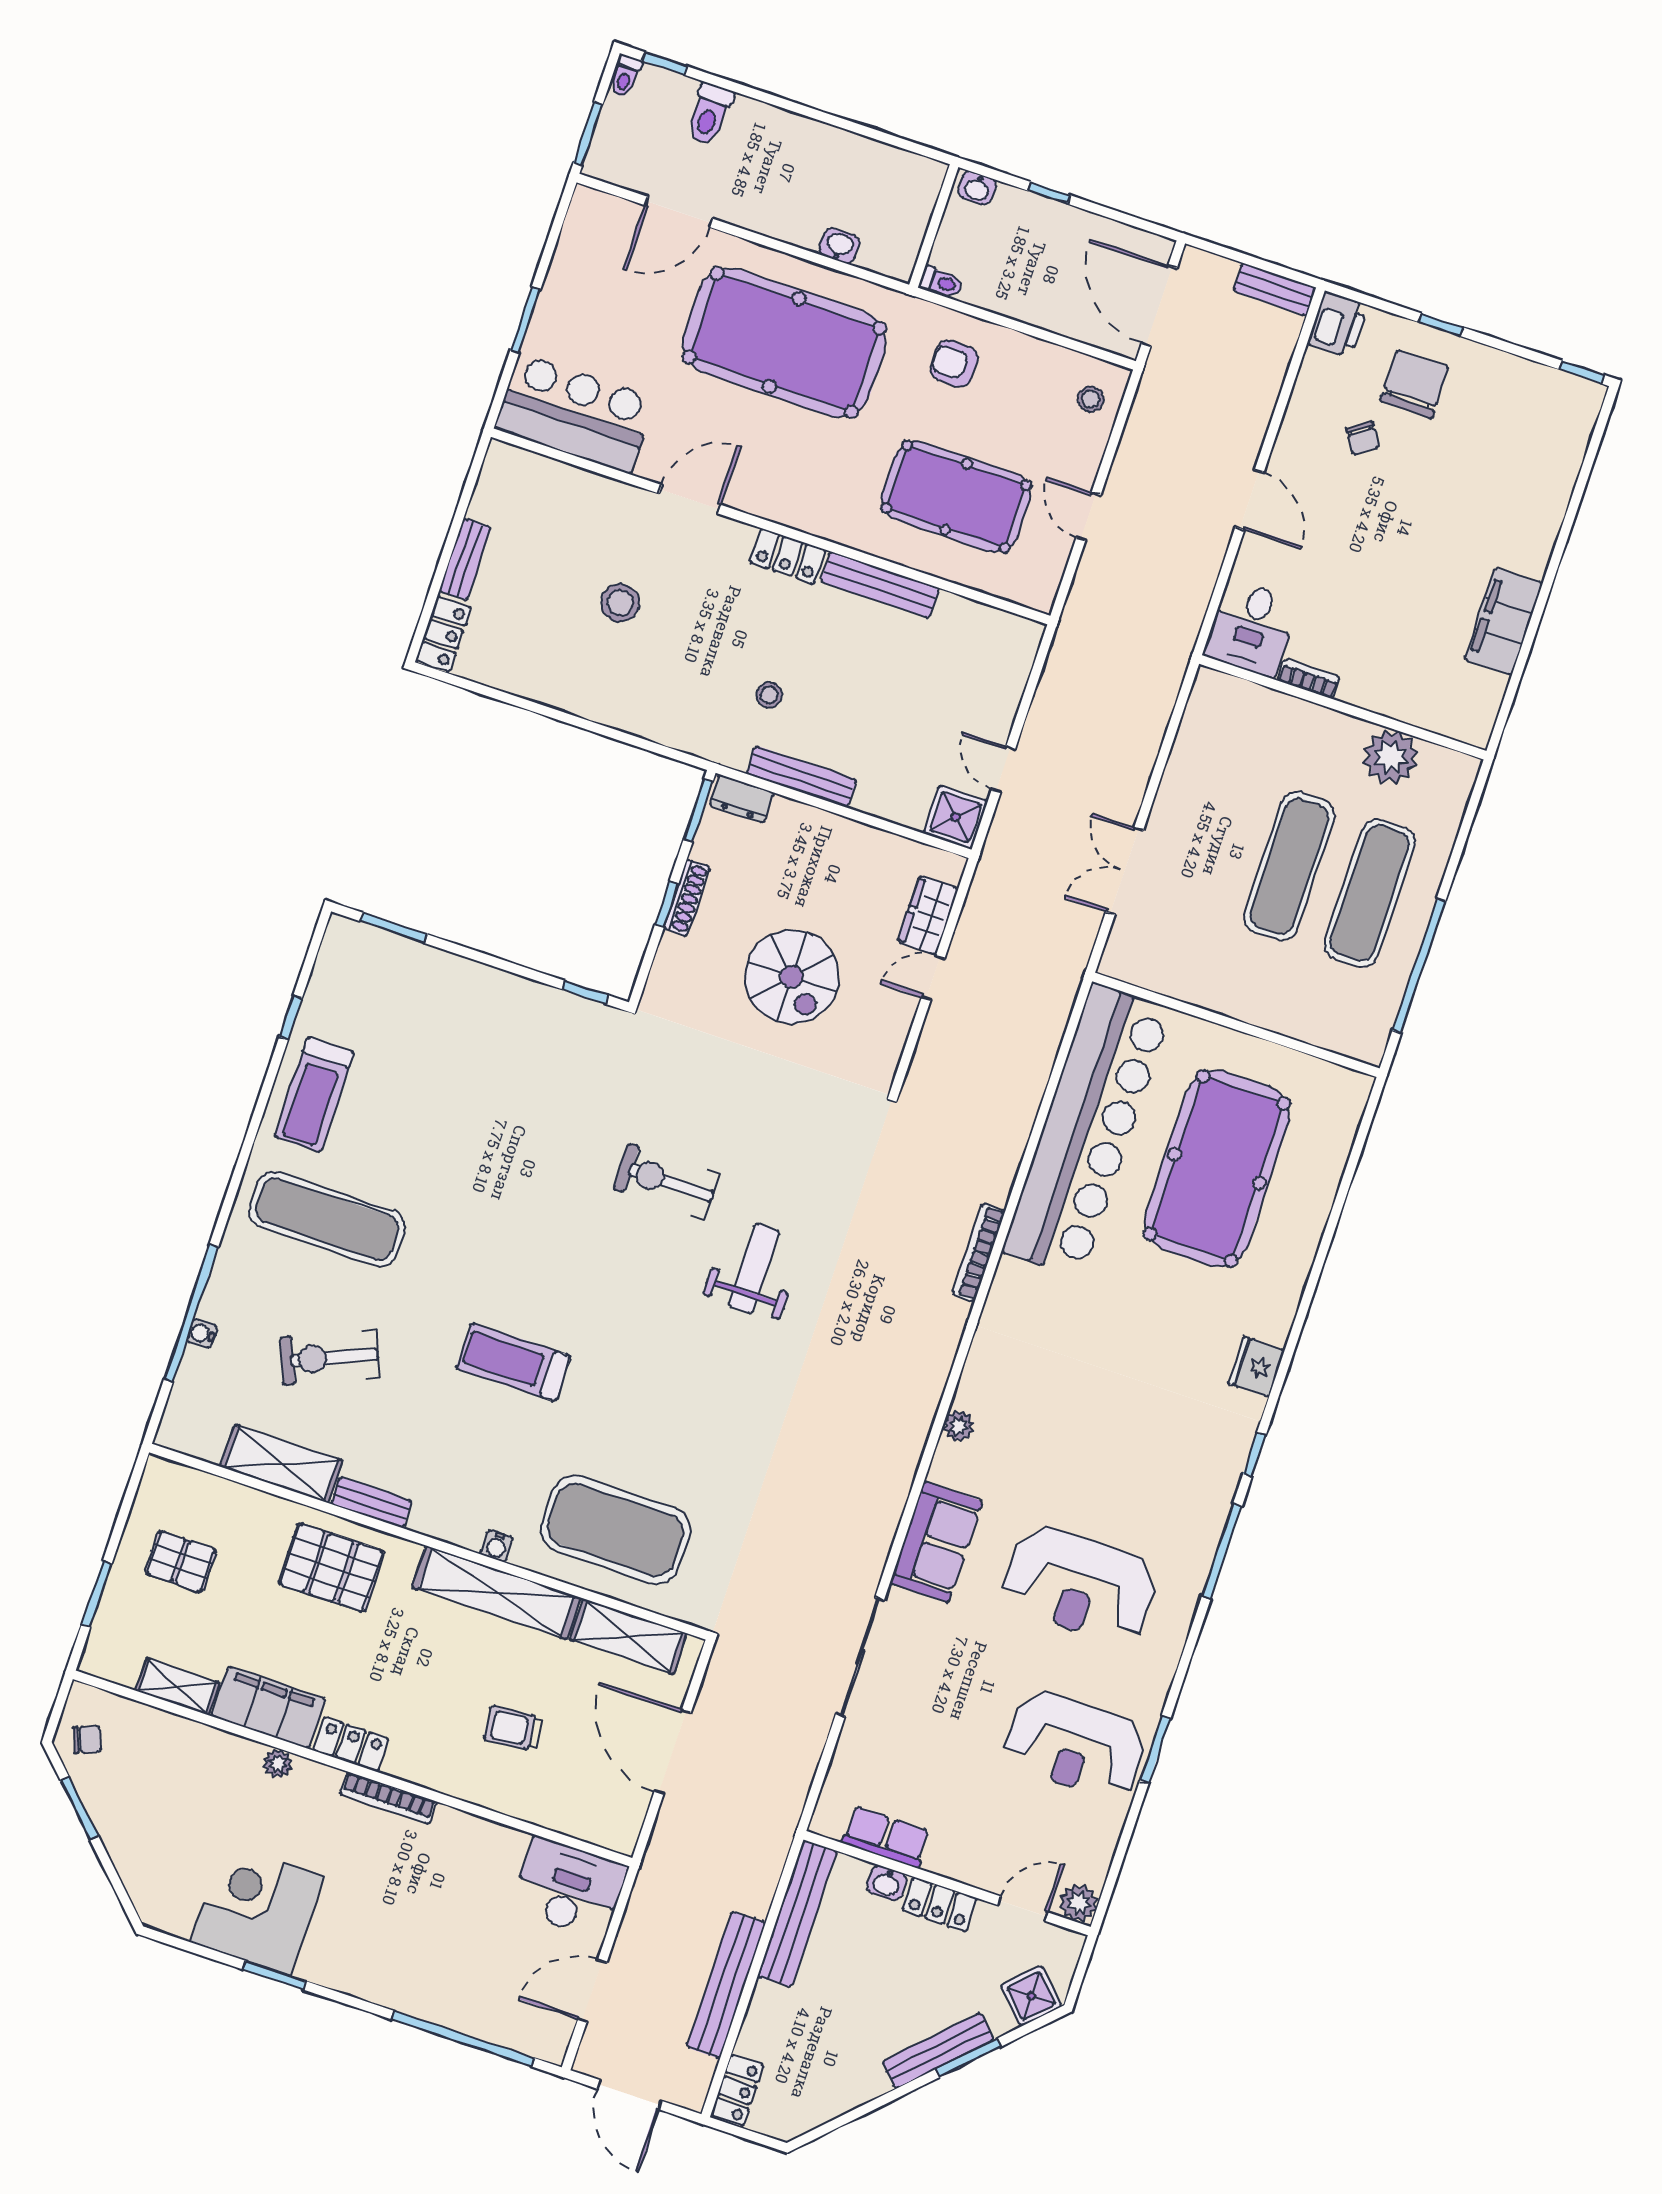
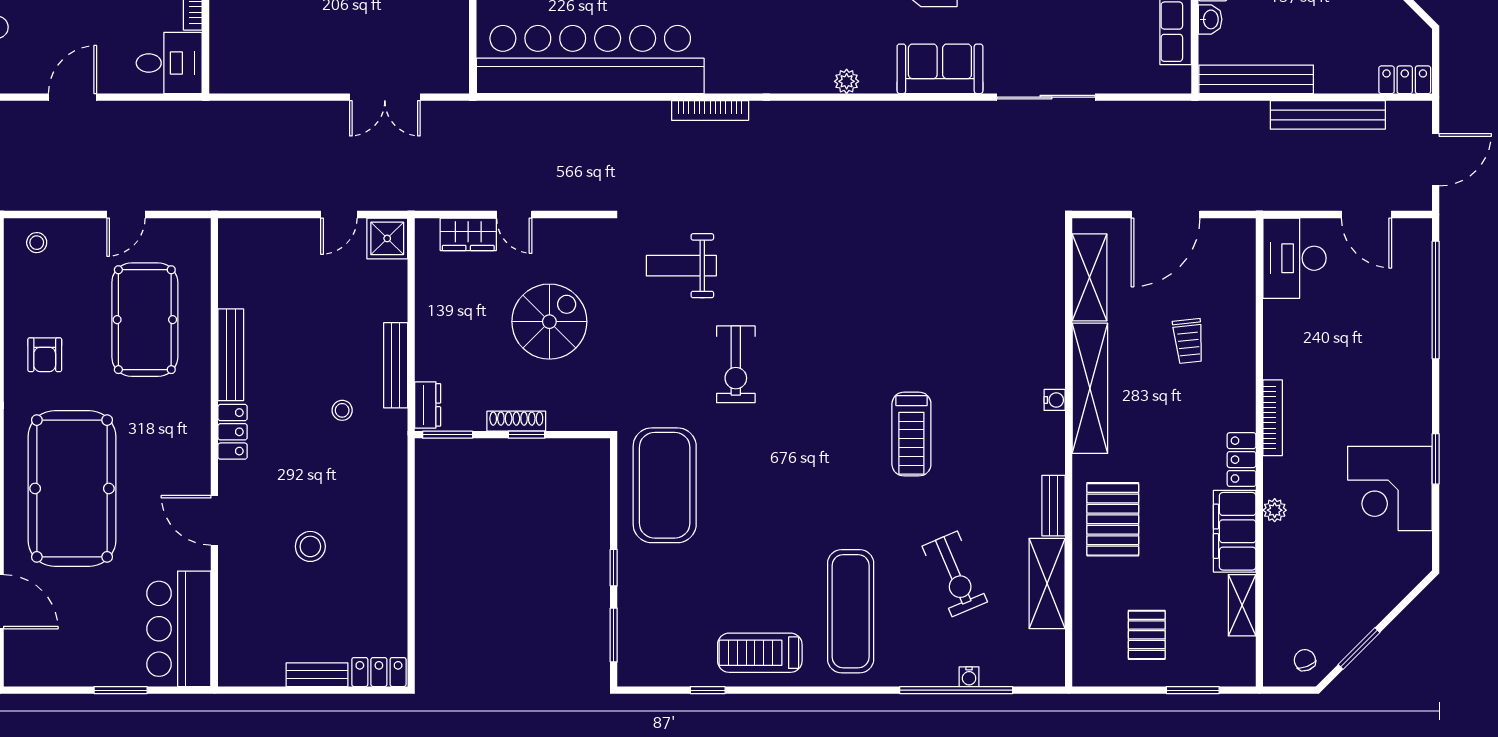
window: (585, 992) -> (614, 568), moved
treadmill: (314, 1094) -> (760, 653), turned 180
weight bench: (754, 1269) -> (681, 266), moved
exercise mat: (616, 1530) -> (665, 485), moved

